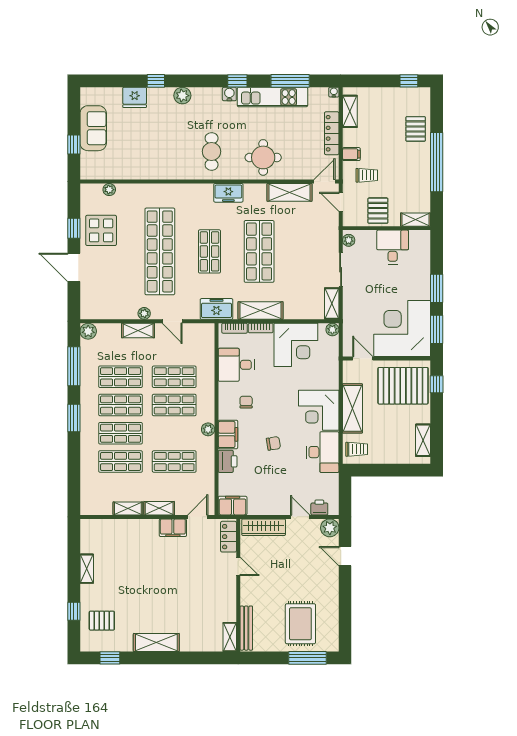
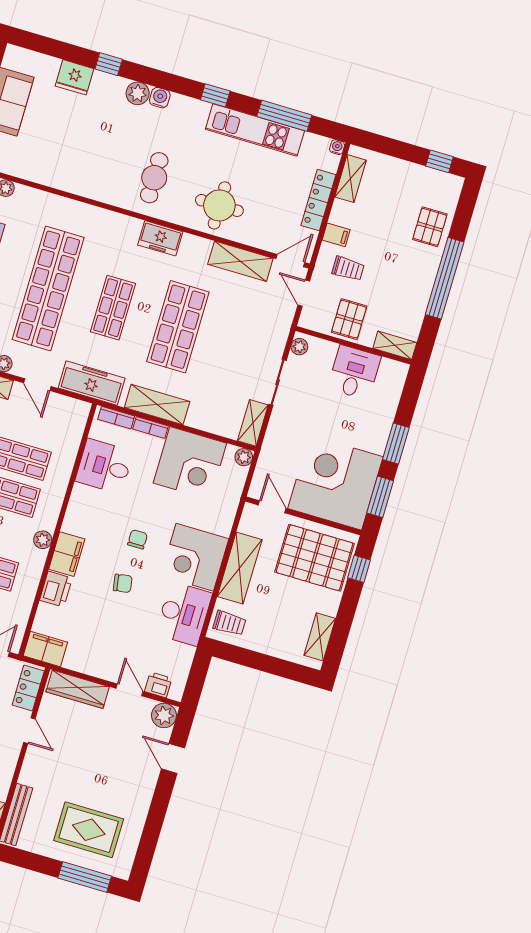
water cooler: (229, 94) -> (160, 98), moved
freezer: (216, 309) -> (92, 383), width x1.40
chair: (246, 402) -> (138, 539), moved
rug: (300, 624) -> (89, 830), turned 90

